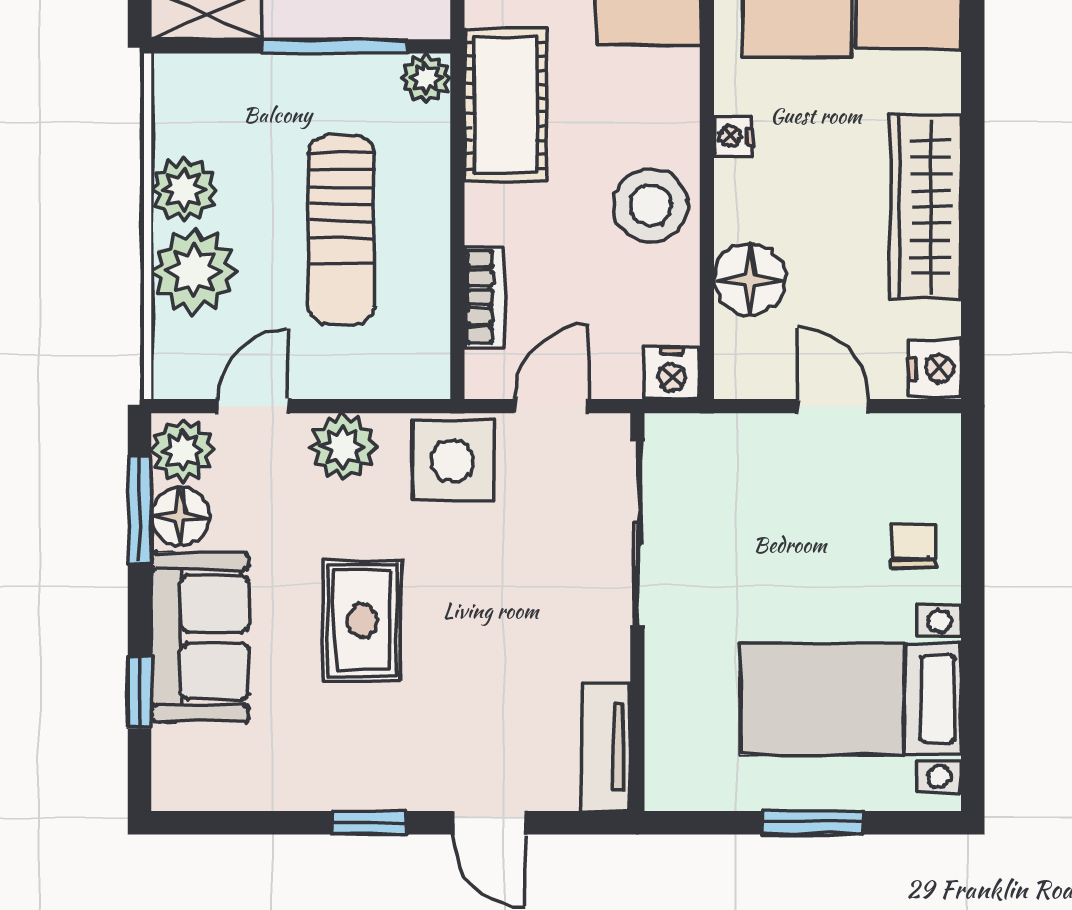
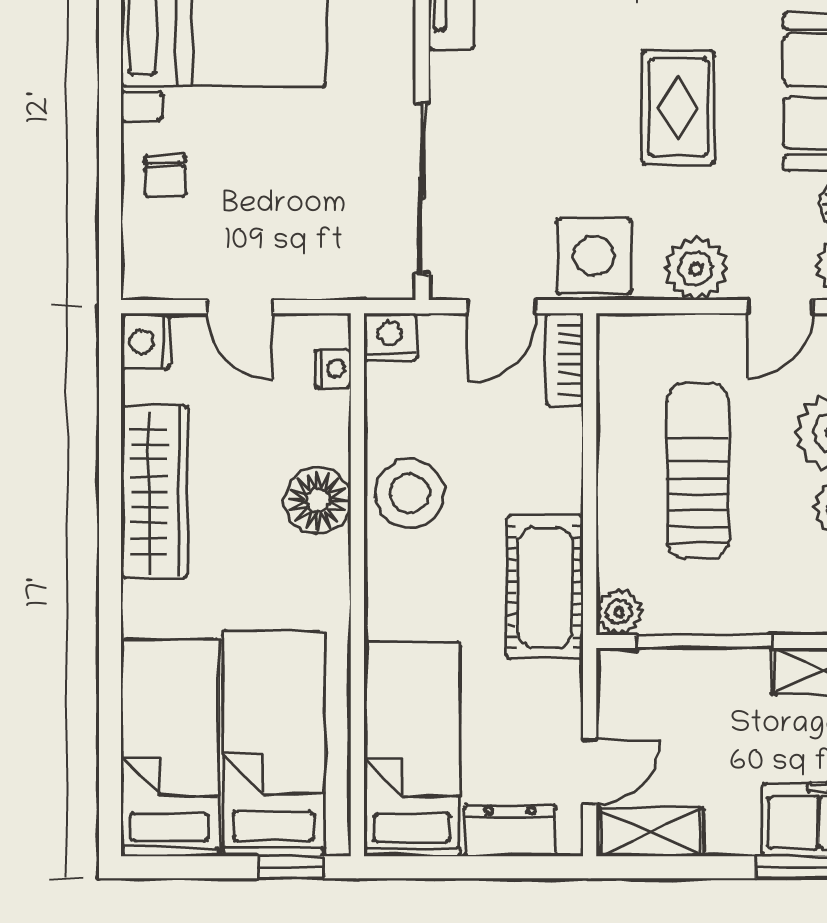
nightstand: (733, 136) -> (333, 368), moved
floor lamp: (750, 279) -> (318, 501), moved
bookcase: (484, 297) -> (565, 359), moved

